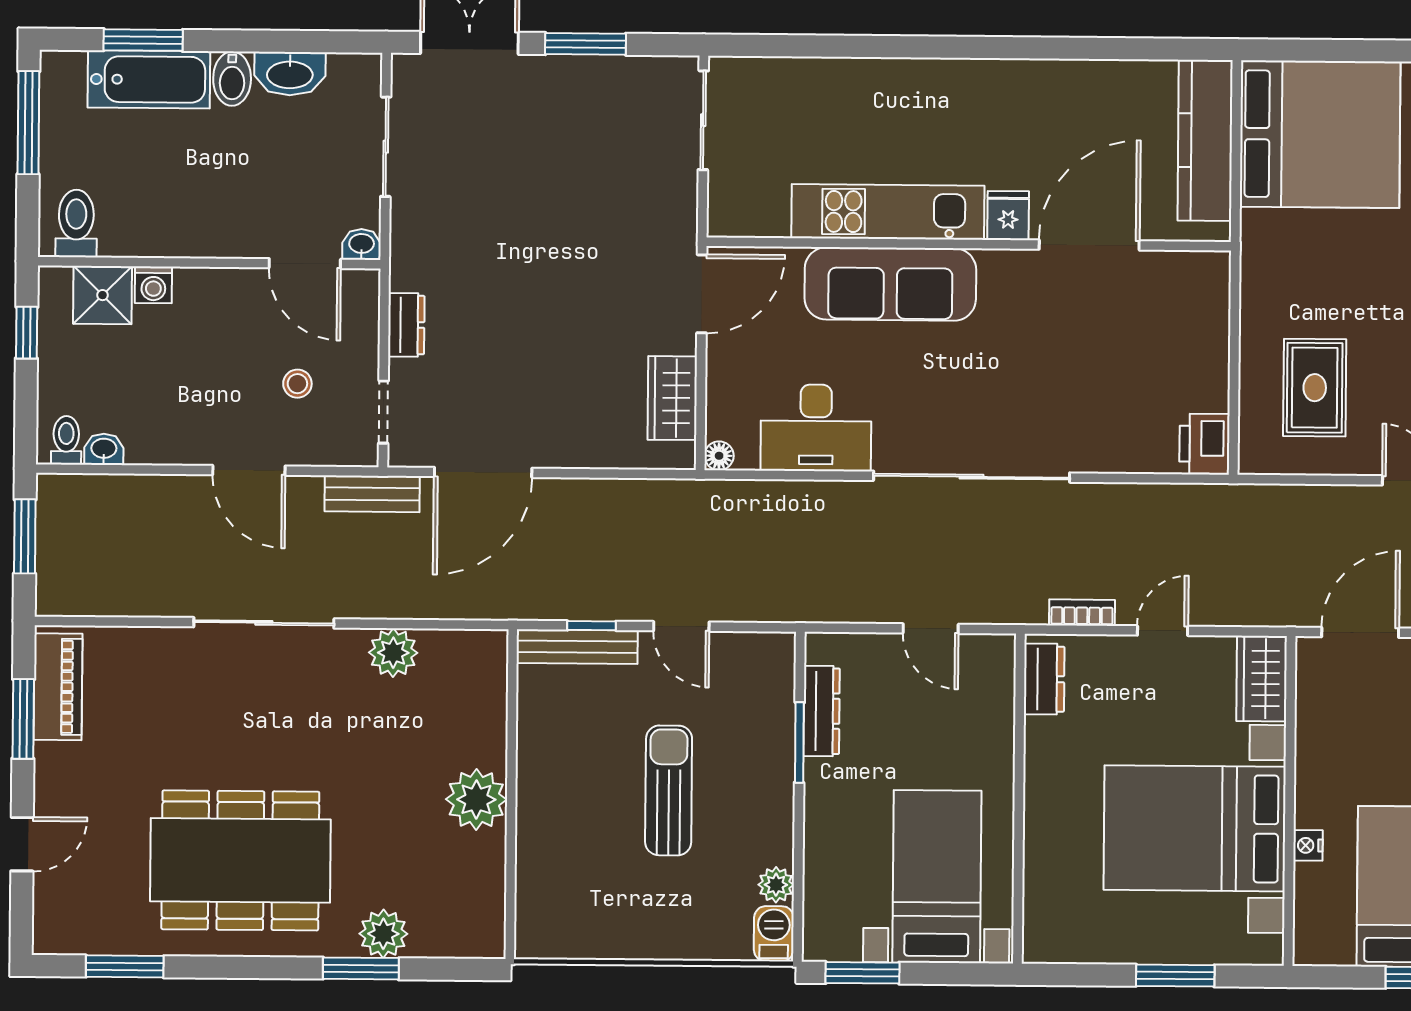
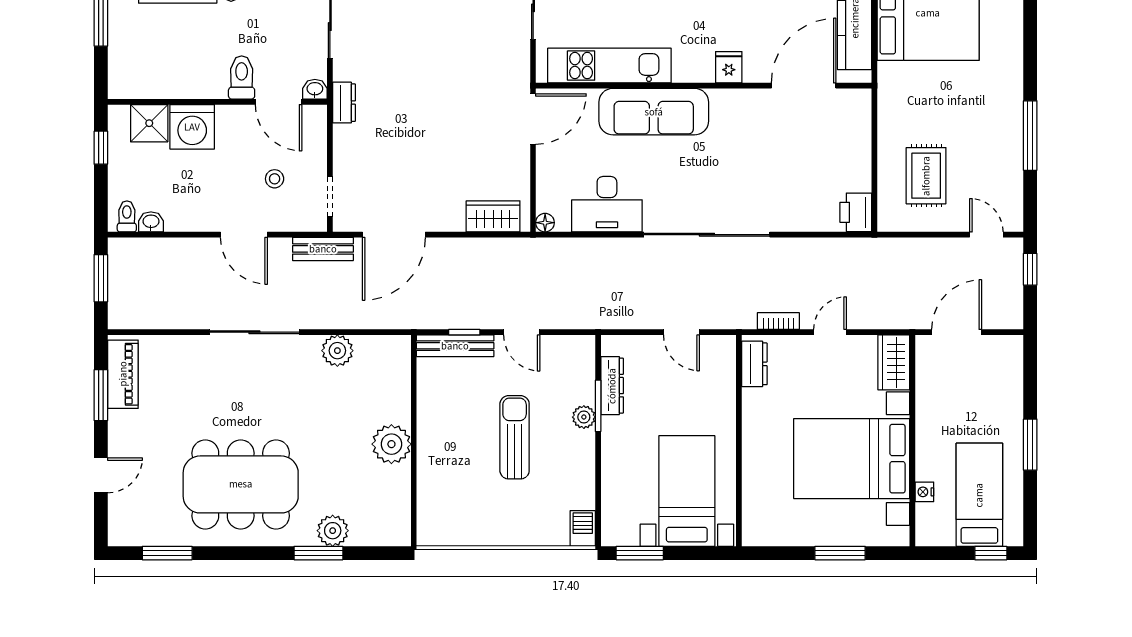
kitchen unit: (888, 212) -> (609, 66), moved
toilet: (76, 223) -> (242, 77), moved
door: (1089, 245) -> (804, 86), moved
washing machine: (153, 285) -> (192, 127), width x1.89, depth x1.89
dresser: (406, 325) -> (344, 103), moved
wardrobe: (672, 398) -> (493, 216), moved, turned 90
nightstand: (1308, 845) -> (924, 492), moved
plant: (776, 885) -> (584, 417), moved

